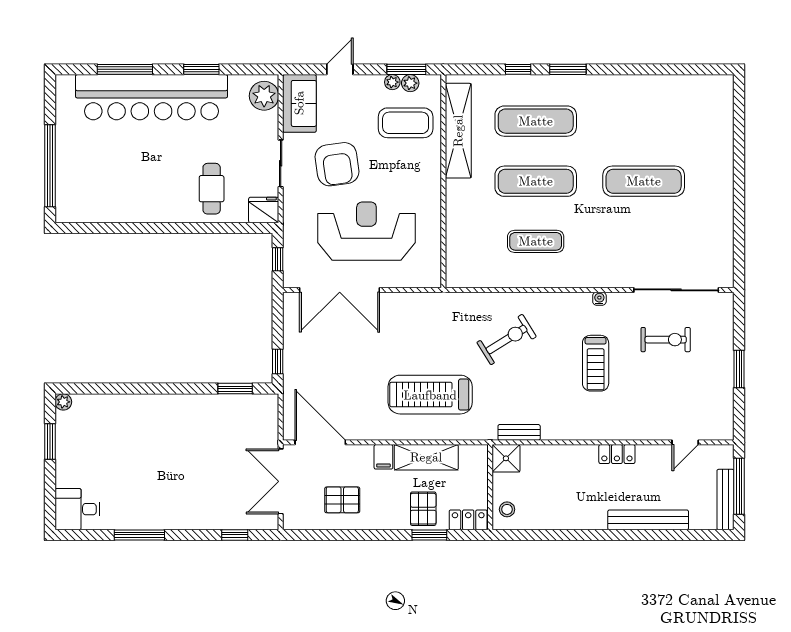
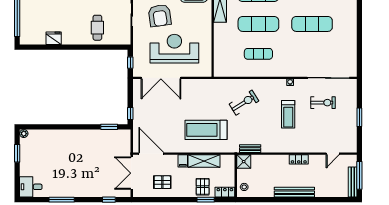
fridge: (264, 210) -> (54, 38), moved
bench: (648, 520) -> (294, 192), moved

